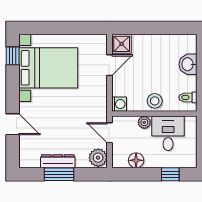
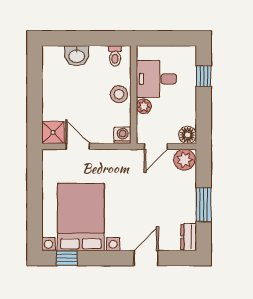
floor lamp: (136, 160) -> (188, 135), moved
dresser: (58, 161) -> (189, 237), moved, width x0.70

